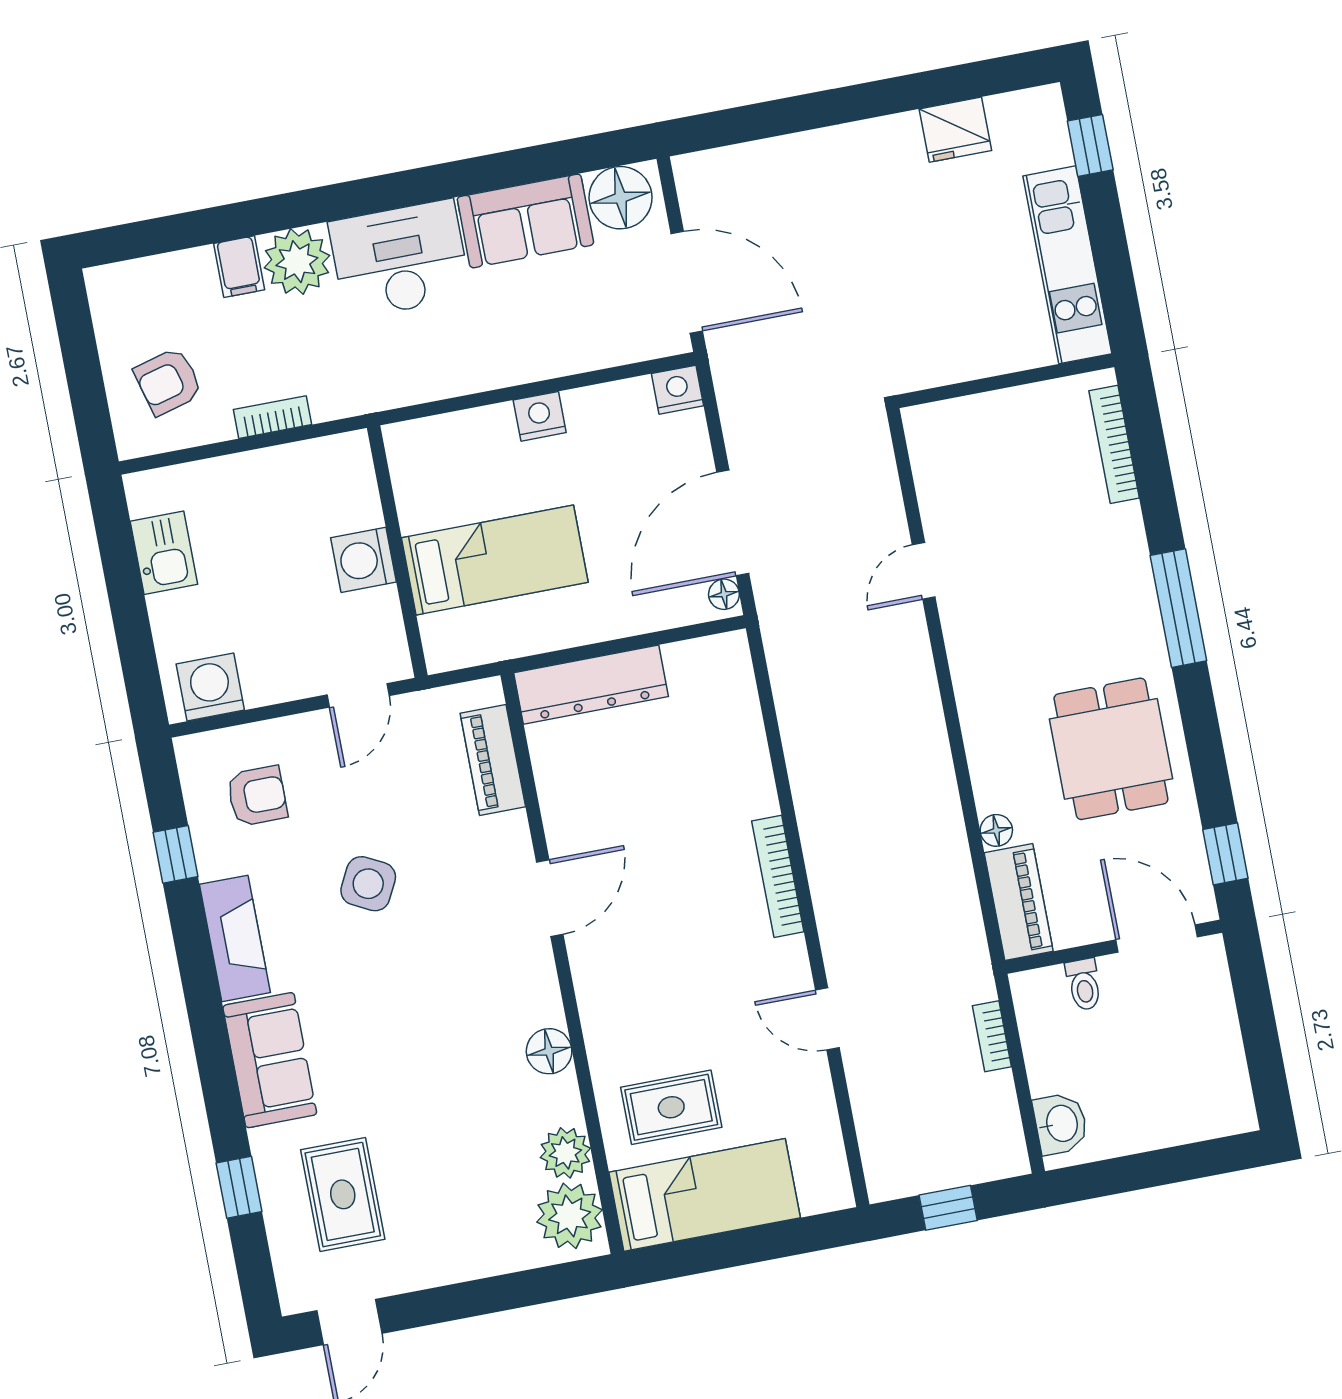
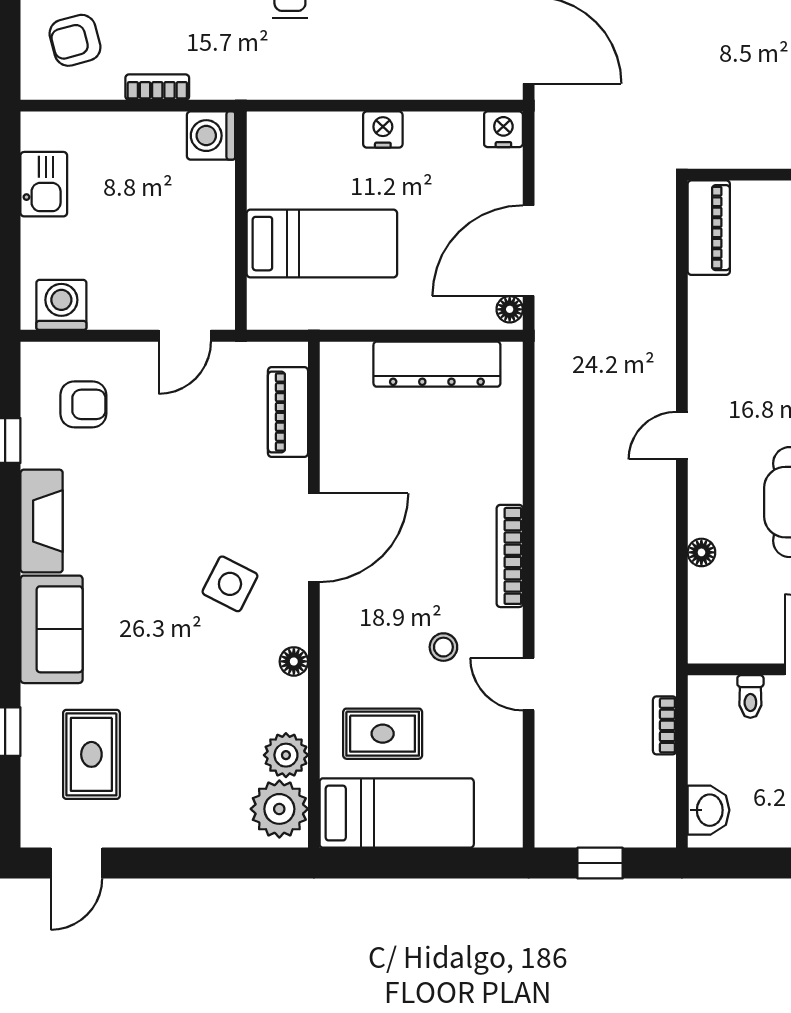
washing machine: (363, 560) -> (211, 136), moved
door: (924, 571) -> (682, 436), moved
dresser: (591, 685) -> (437, 364), moved
side table: (368, 884) -> (230, 584), moved
door: (550, 898) -> (314, 538), width x1.36
piano: (1019, 902) -> (709, 228), moved
stool: (722, 995) -> (443, 647), added
floor lamp: (549, 1051) -> (294, 661), width x0.73, depth x0.73

